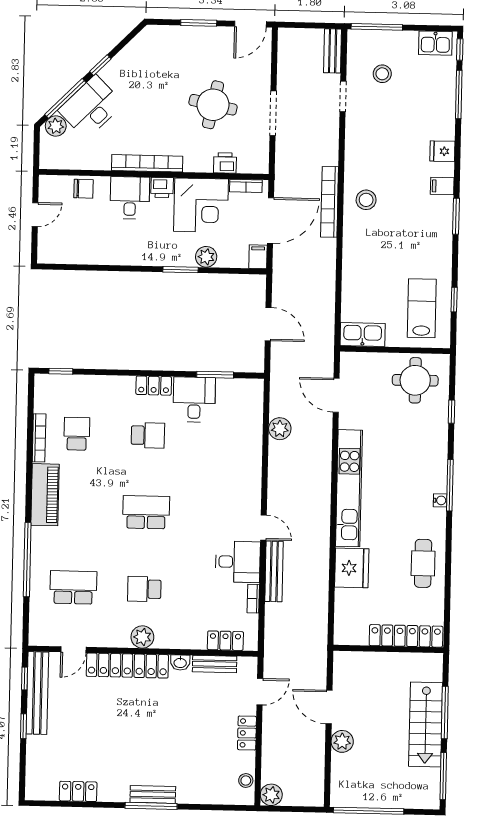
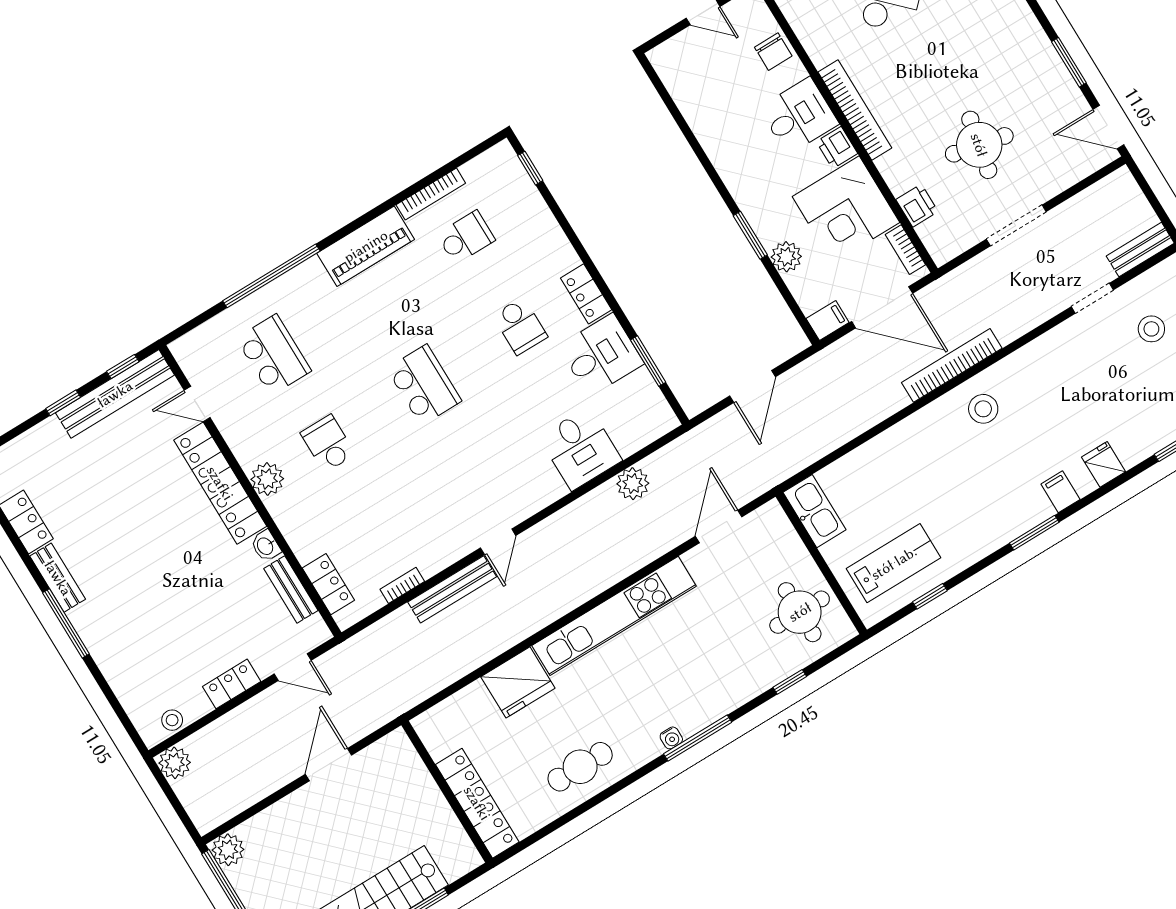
desk: (238, 562) -> (580, 449), moved
plant: (342, 741) -> (228, 850), moved
bench: (153, 794) -> (58, 578), moved

